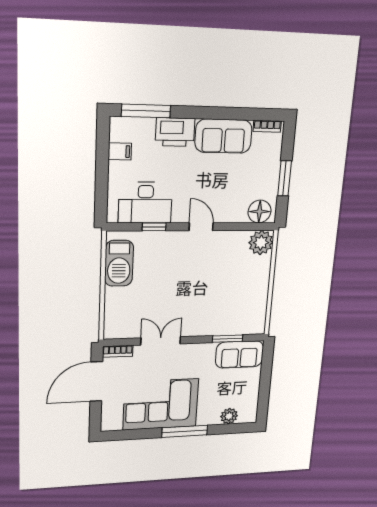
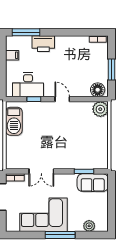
sofa: (223, 136) -> (72, 45), removed
double door: (161, 341) -> (41, 171), swing flipped

